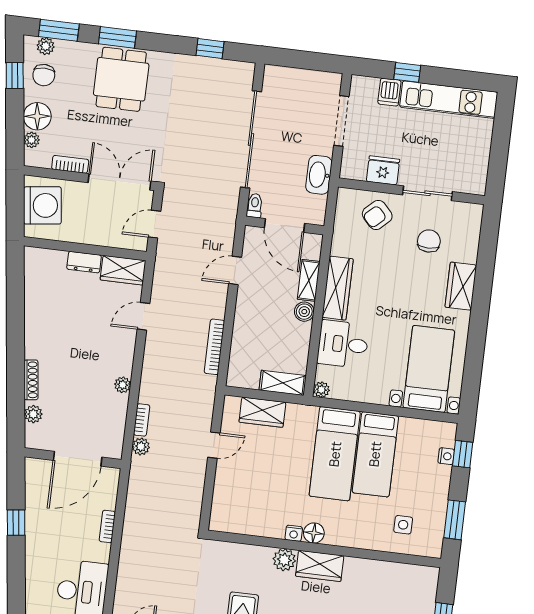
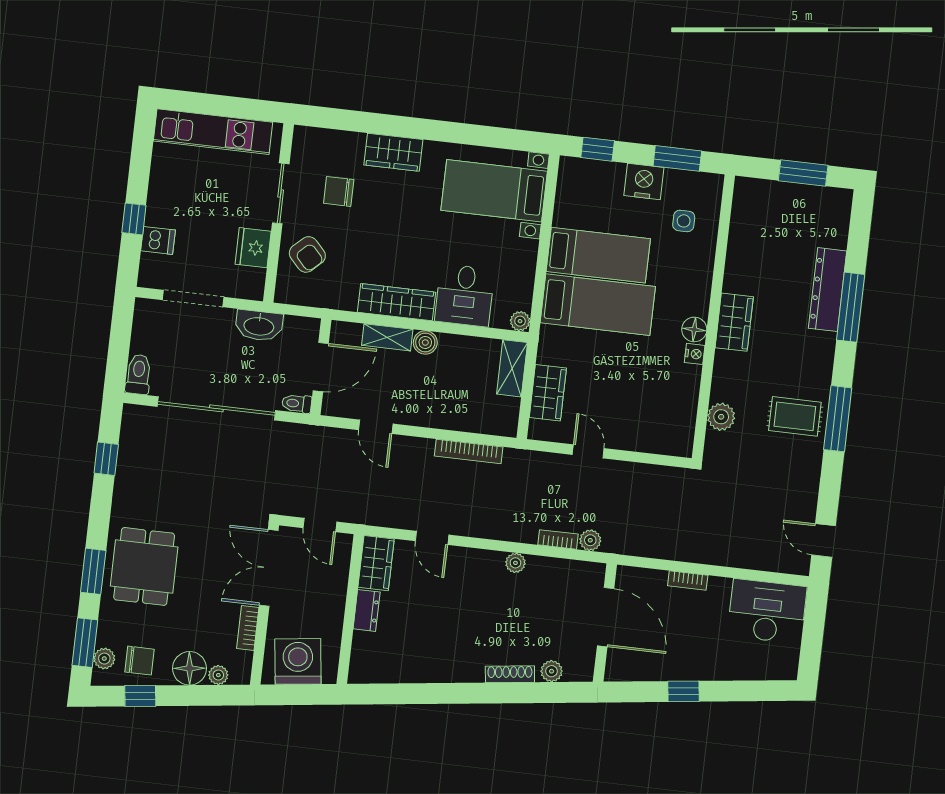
toilet: (279, 75) -> (138, 374), added
dining table: (121, 79) -> (144, 566), turned 90
kitchen unit: (449, 100) -> (213, 132), moved, turned 90
nightstand: (446, 456) -> (644, 181), moved, width x1.89, depth x1.79
plant: (284, 560) -> (721, 417), moved

